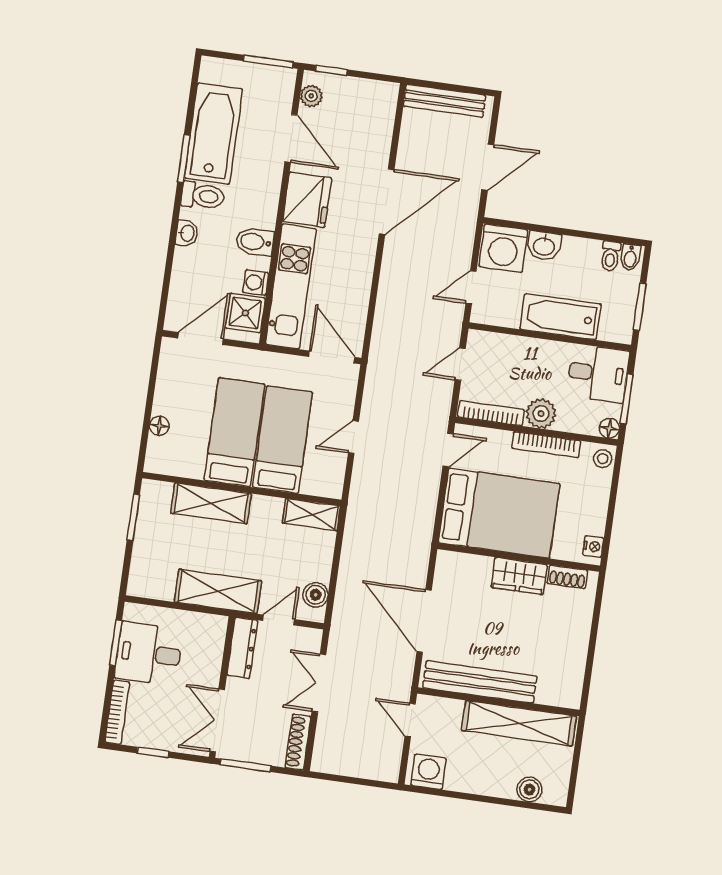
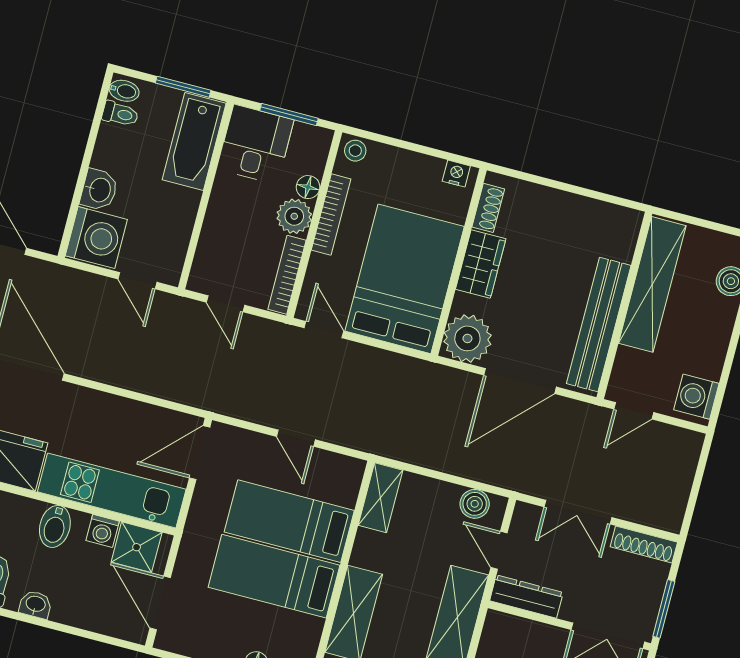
bathtub: (560, 317) -> (194, 142), moved
floor lamp: (609, 428) -> (308, 187), moved
plant: (455, 572) -> (467, 338), added

